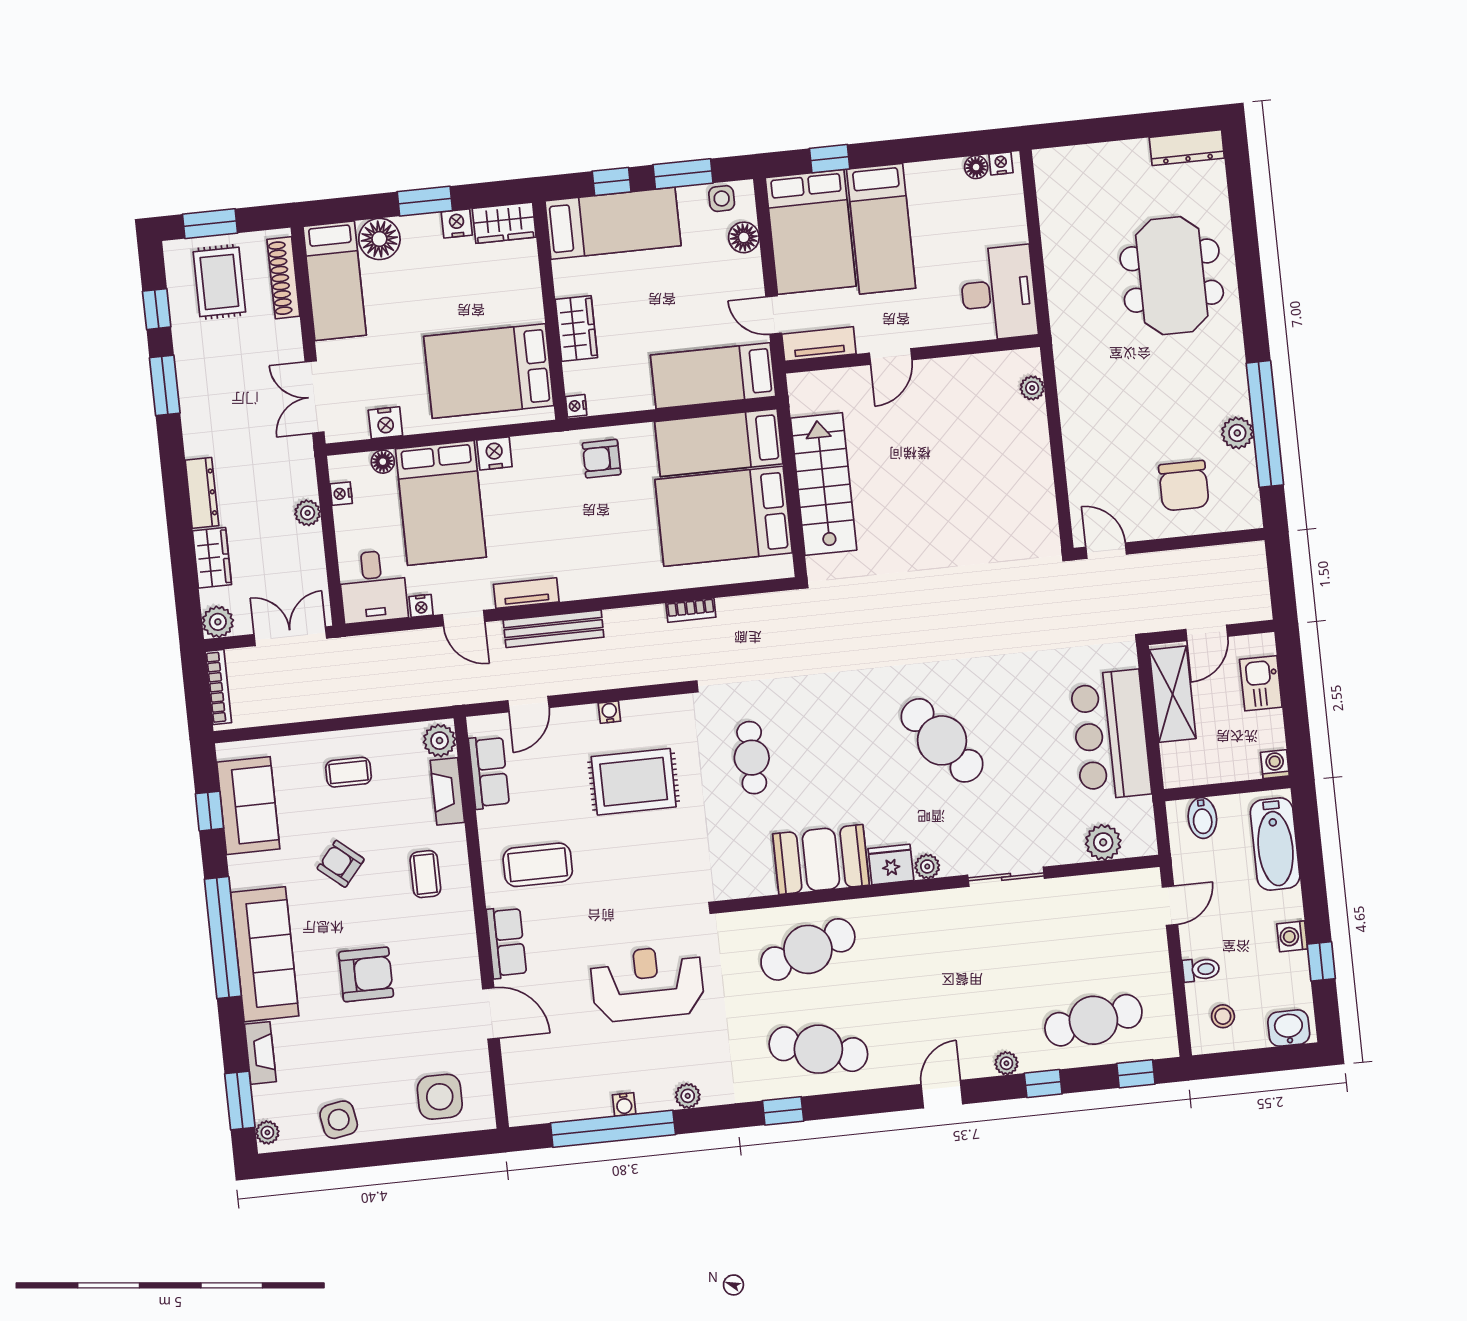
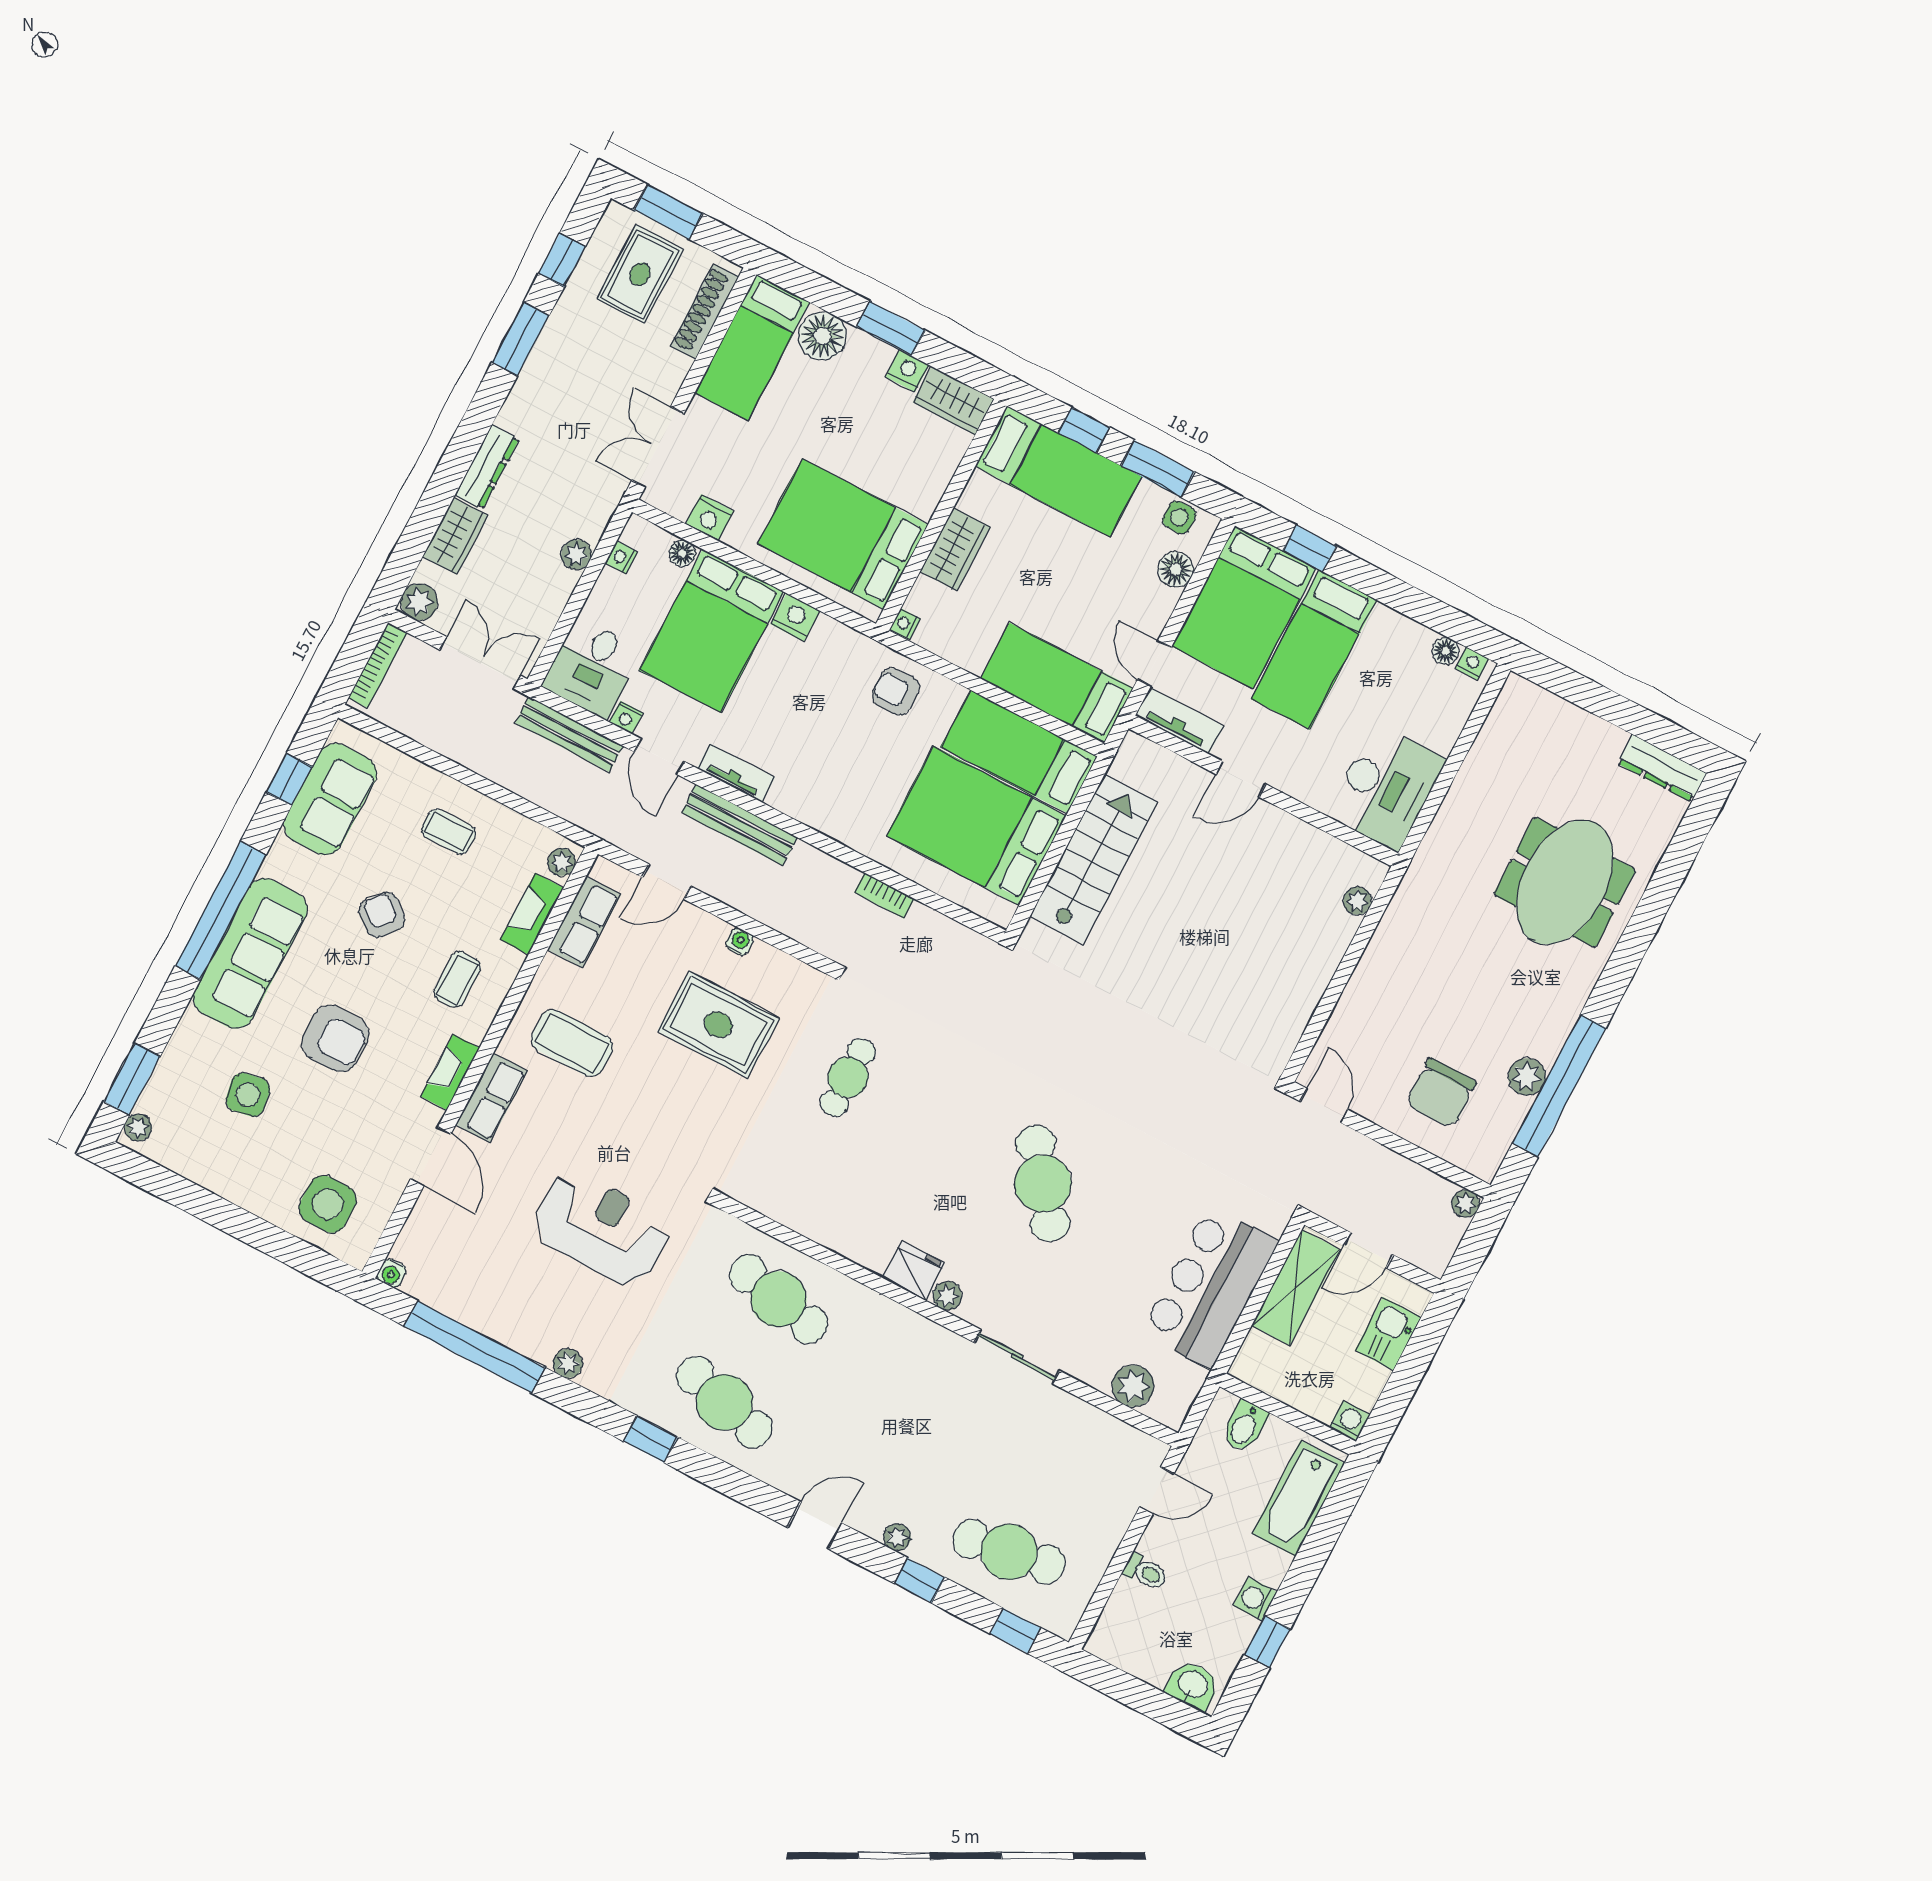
plant: (1254, 553) -> (1466, 1204), added
bench: (388, 645) -> (569, 734), added
plant: (440, 741) -> (562, 862), width x0.73, depth x0.73
booth: (821, 859) -> (849, 1221), removed
cafe table: (808, 949) -> (779, 1299), turned 30
stool: (1223, 1016) -> (1137, 1631), removed
fireplace: (260, 1053) -> (450, 1072), moved, turned 180
water cooler: (624, 1104) -> (392, 1273), moved
side table: (339, 1120) -> (248, 1095), moved

